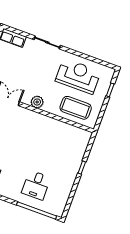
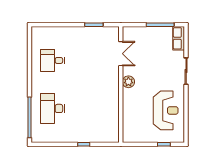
coffee table: (76, 108) -> (136, 119), removed
desk: (36, 185) -> (52, 108), width x1.37

